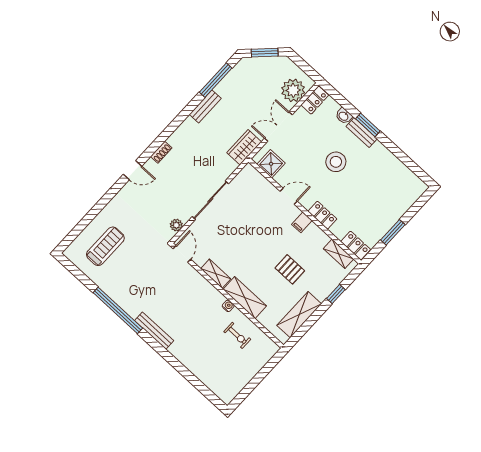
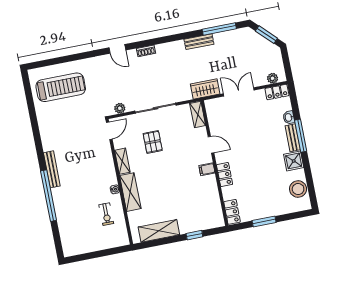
plant: (293, 90) -> (273, 78), width x0.53, depth x0.53
window: (368, 125) -> (301, 136), width x1.44
stool: (336, 162) -> (298, 189), moved
shower: (271, 164) -> (294, 161), moved
treadmill: (105, 246) -> (61, 87), width x1.37, depth x1.38
shelving: (338, 254) -> (198, 114), moved
pallet: (290, 269) -> (153, 142), moved
window: (118, 310) -> (49, 196), moved

